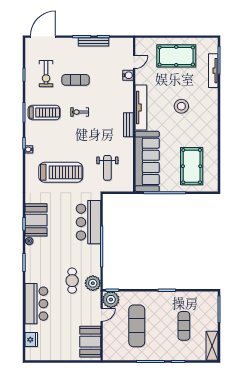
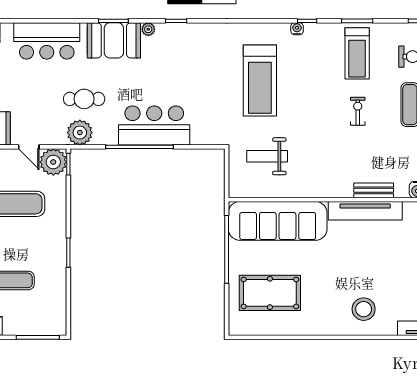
stool: (181, 106) -> (364, 309), moved
bench: (128, 125) -> (374, 190), moved
booth: (36, 220) -> (114, 40), moved
bar counter: (88, 222) -> (154, 125), moved

